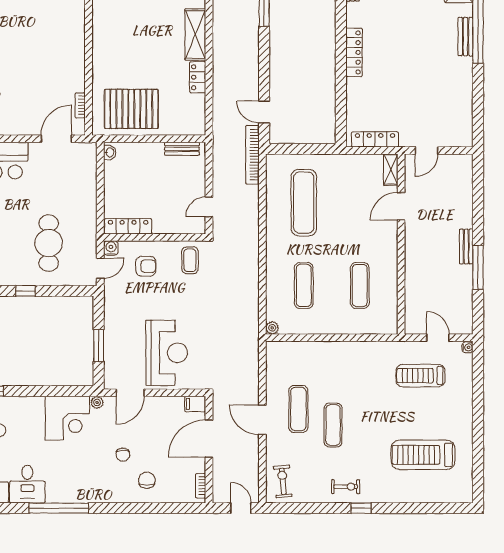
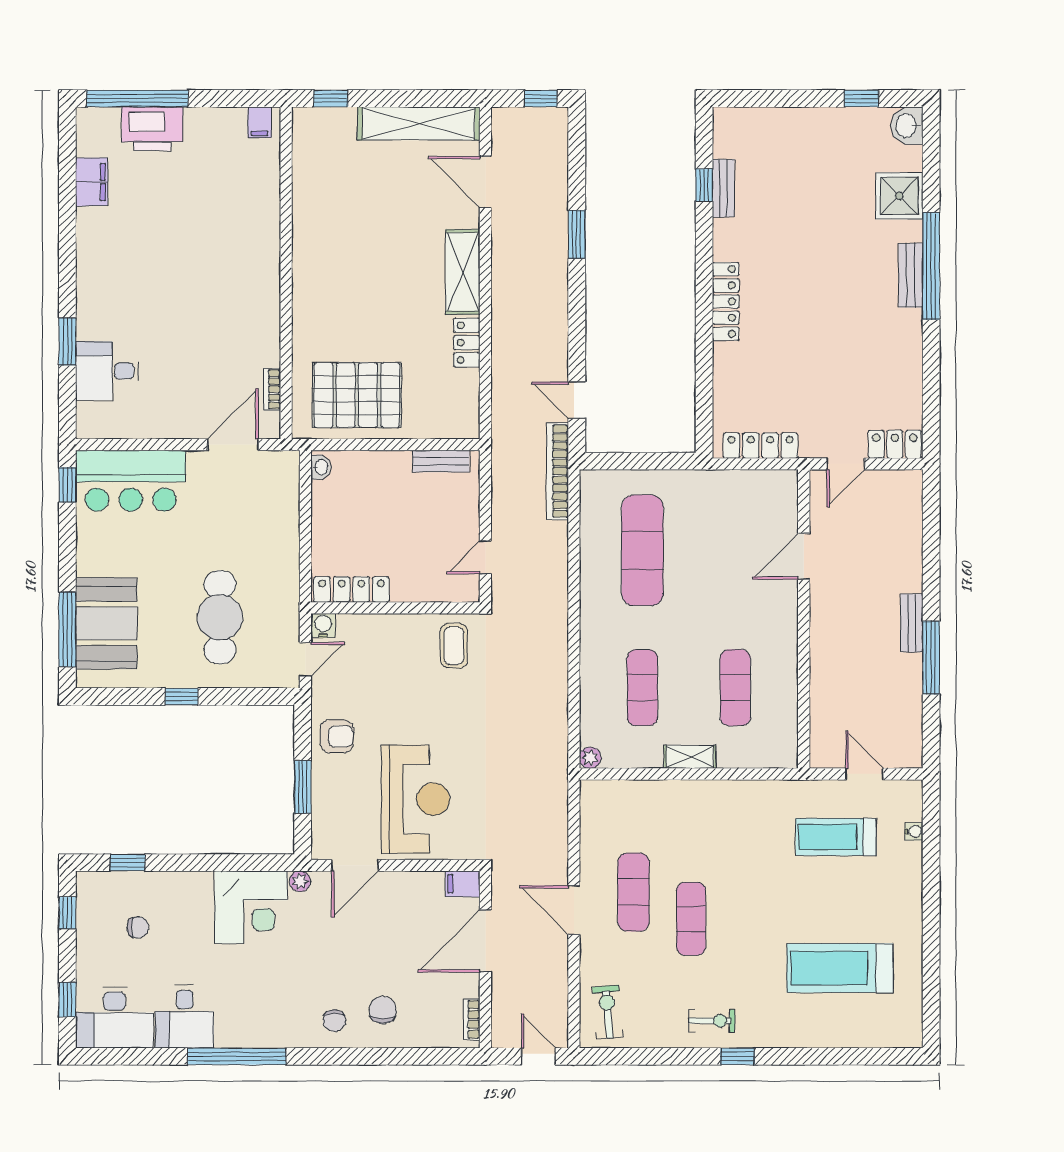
locker: (456, 139) -> (895, 444), added
shelving: (391, 169) -> (690, 757), moved, turned 90
armchair: (146, 266) -> (337, 736), moved
water cooler: (468, 347) -> (914, 831), moved
chair: (123, 455) -> (334, 1021), moved

